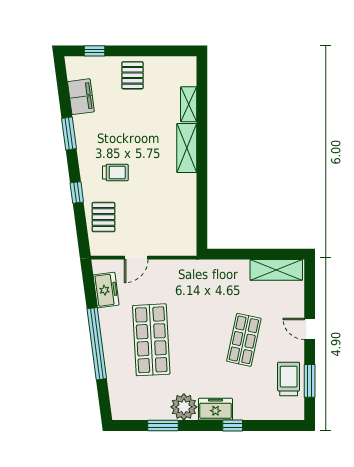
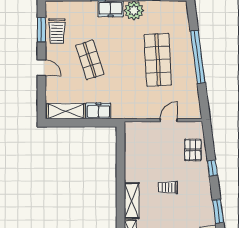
trolley: (115, 172) -> (168, 187), moved
freezer: (106, 290) -> (98, 111), moved, turned 98
shop shelf: (244, 340) -> (90, 60), turned -30

